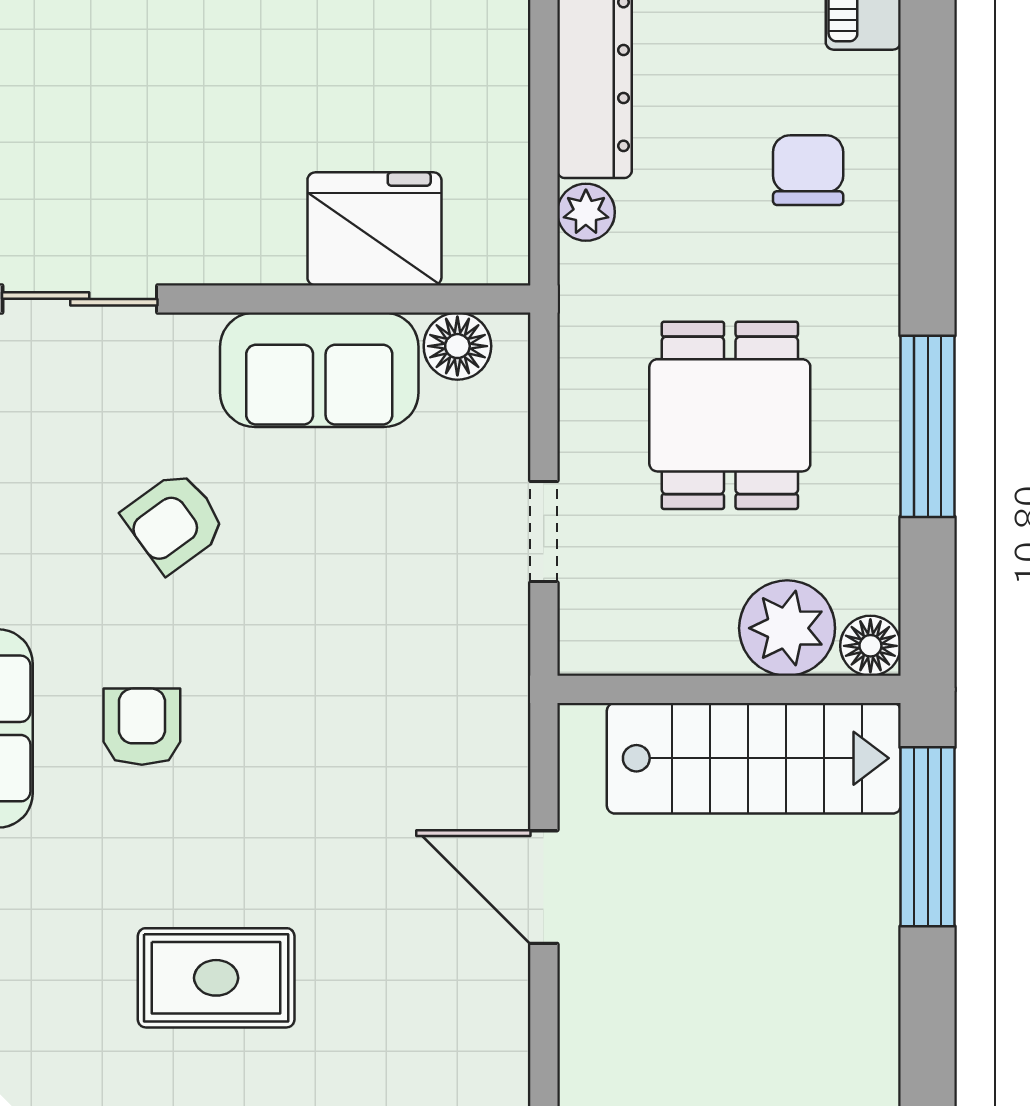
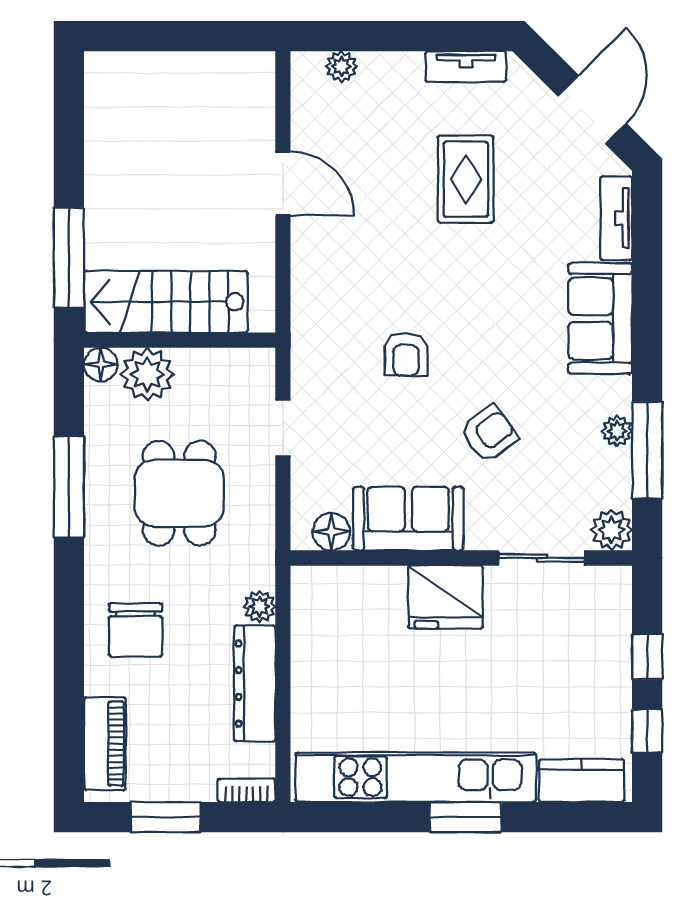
chair: (808, 170) -> (136, 630), width x1.37, depth x1.37
fridge: (374, 229) -> (446, 597), moved
armchair: (142, 727) -> (406, 354), moved
door: (544, 887) -> (283, 184), moved
rug: (216, 978) -> (466, 179), turned 90

